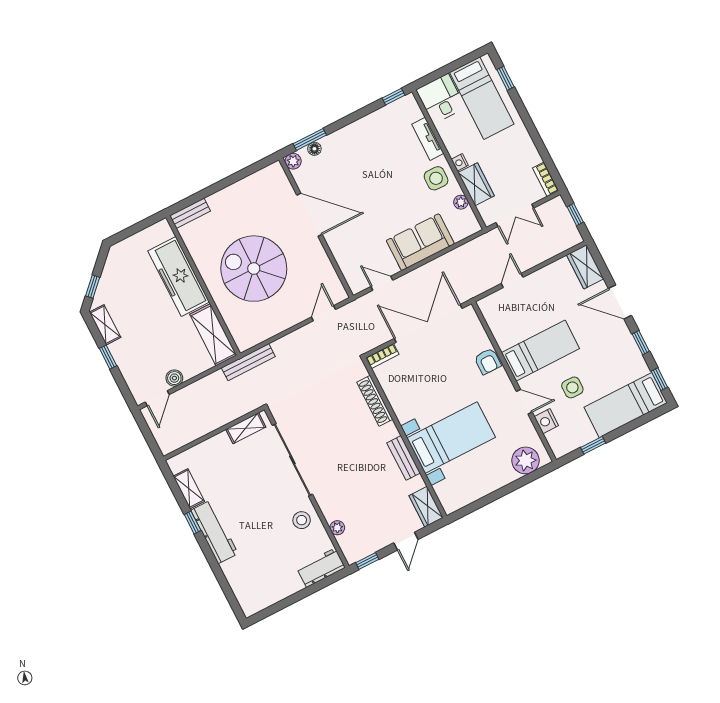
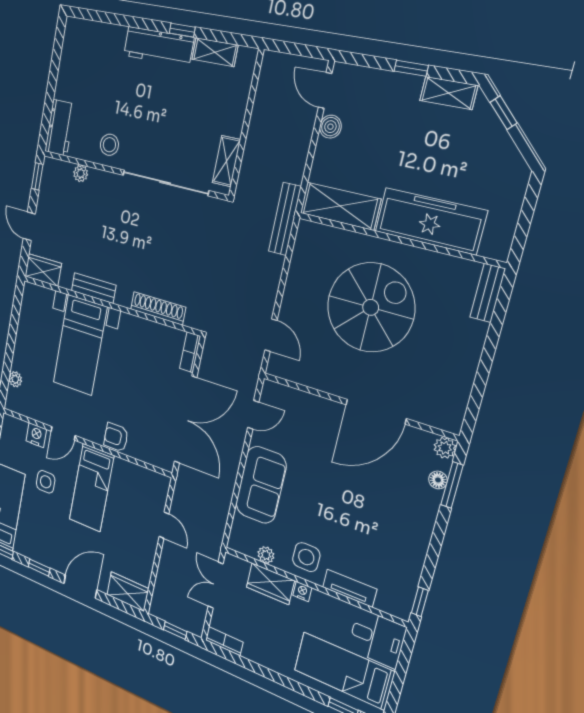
plant: (525, 460) -> (15, 379), width x0.53, depth x0.53

